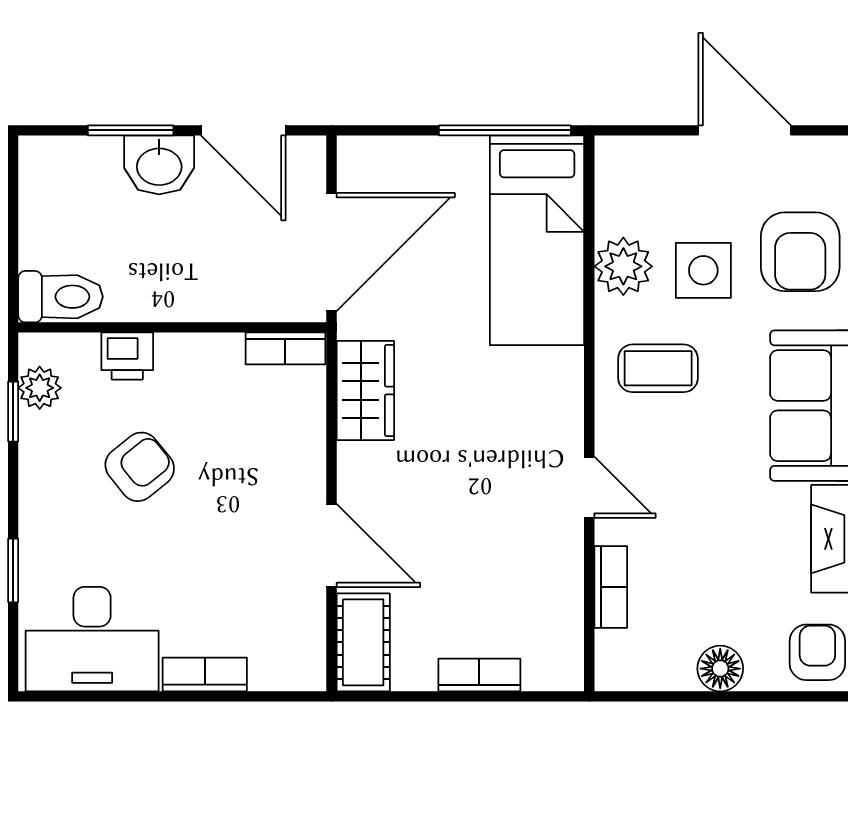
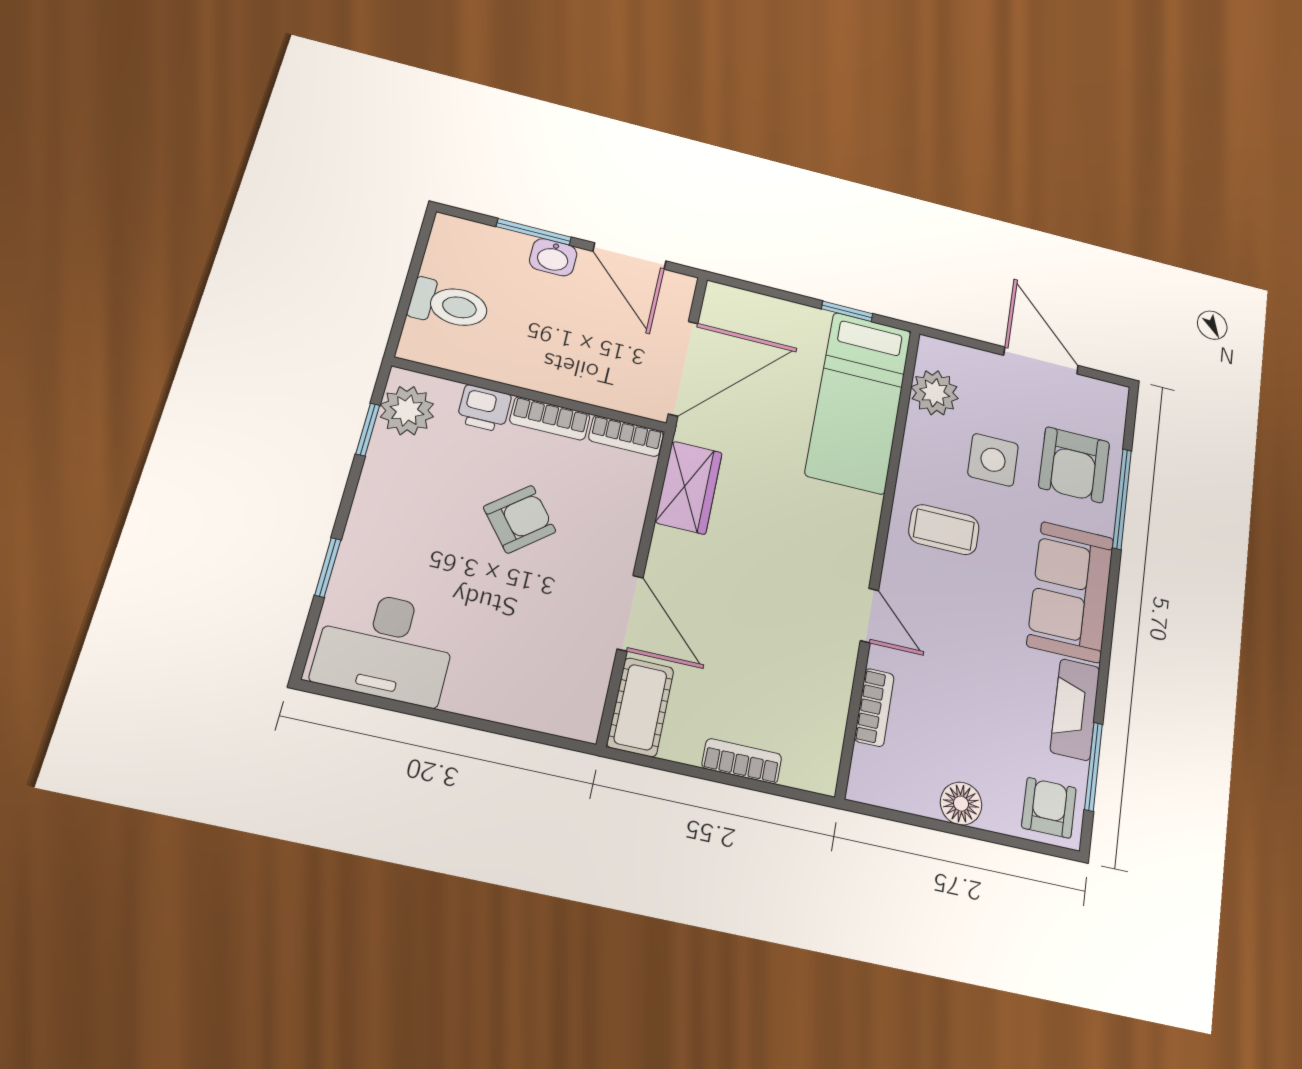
window: (505, 130) -> (847, 311), width x0.46
washbasin: (159, 165) -> (553, 257), width x0.72, depth x0.69
plant: (623, 266) -> (935, 393), moved
toilet: (61, 297) -> (449, 305), moved
plant: (40, 388) -> (407, 411), width x1.38, depth x1.38
armchair: (140, 467) -> (520, 519), moved
bookcase: (205, 674) -> (550, 418), moved, turned 180

